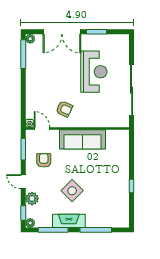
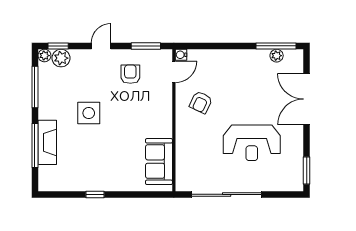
window: (96, 32) -> (307, 170), moved
plant: (30, 39) -> (277, 56), moved
sofa: (82, 139) -> (159, 162), moved, width x0.73
armchair: (44, 160) -> (130, 74), turned -90
side table: (72, 191) -> (89, 113), turned 45
plant: (32, 199) -> (61, 58), moved
fireplace: (69, 221) -> (47, 142), moved

